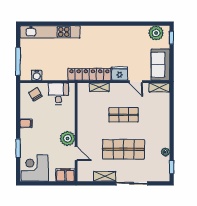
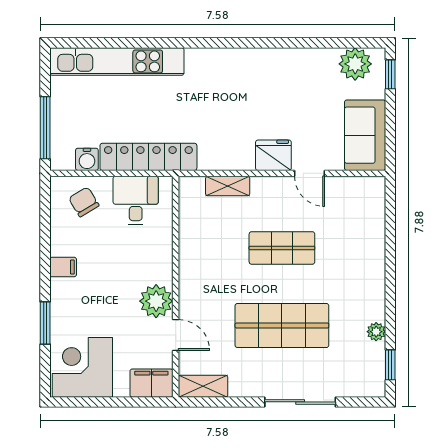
locker: (89, 74) -> (148, 157), moved
shelving: (159, 87) -> (363, 186), removed
shelving: (105, 176) -> (203, 386), moved

